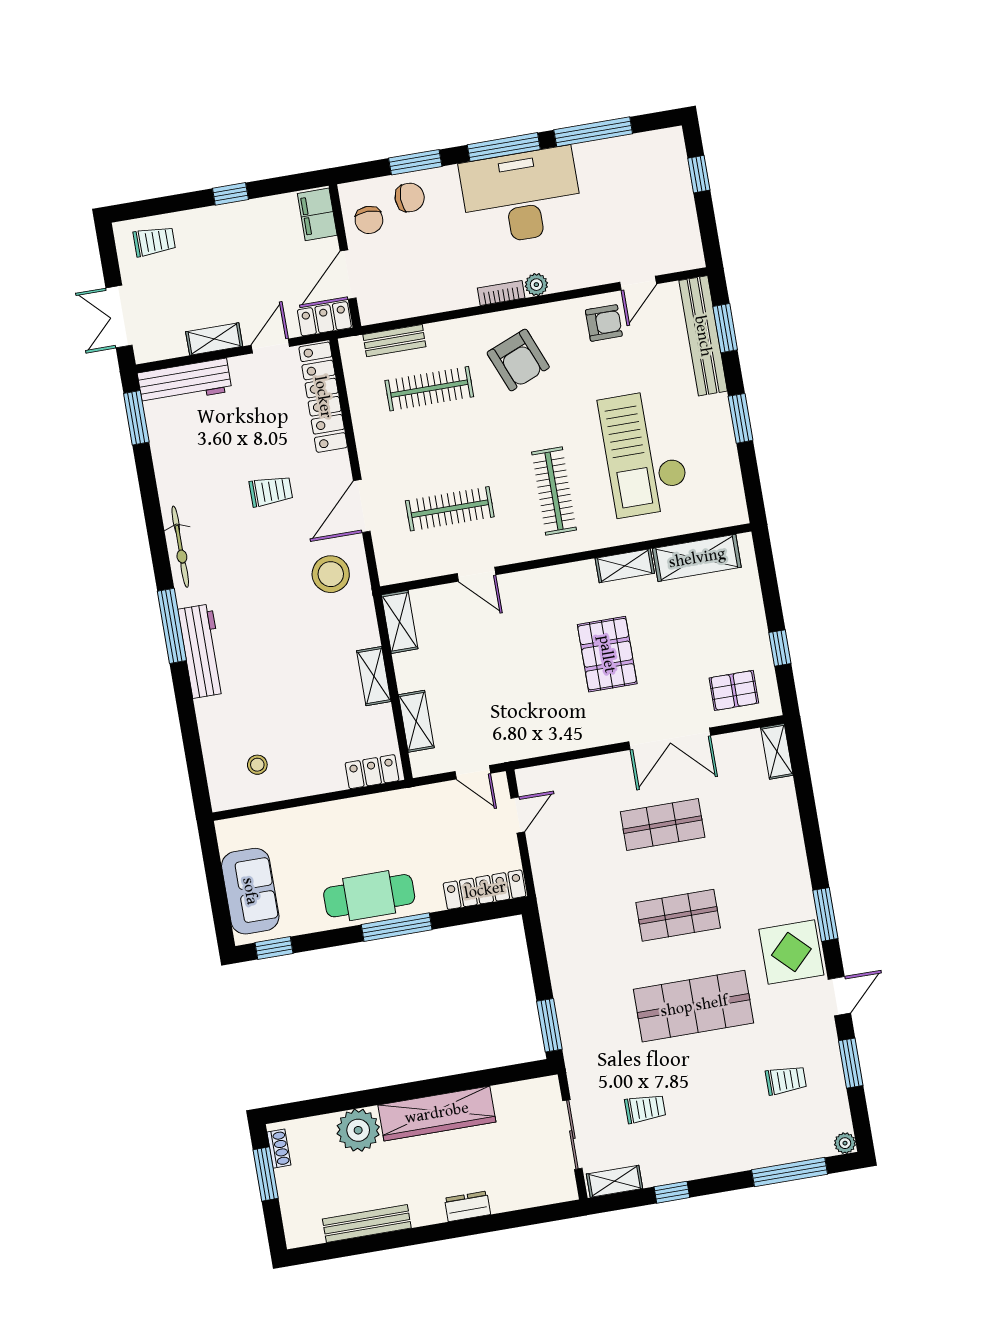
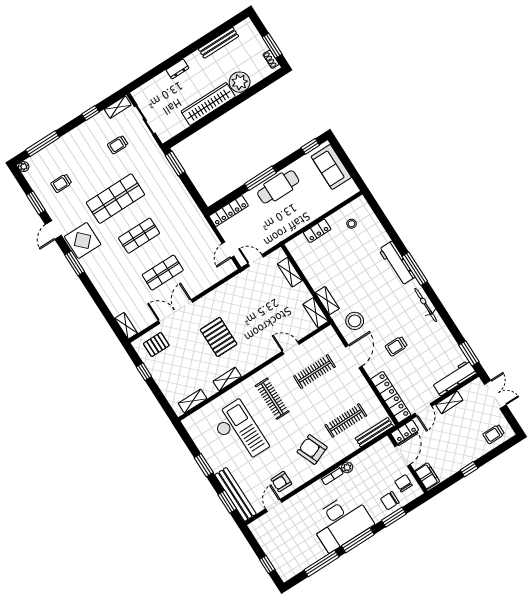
plant: (536, 285) -> (347, 467), moved
bench: (394, 341) -> (374, 432), width x1.36
shelving: (697, 558) -> (193, 401), width x0.67, depth x0.75
shelving: (374, 676) -> (327, 301), moved
locker: (372, 772) -> (317, 231), moved

